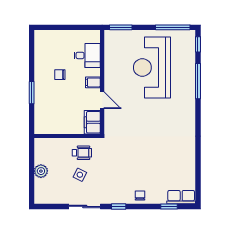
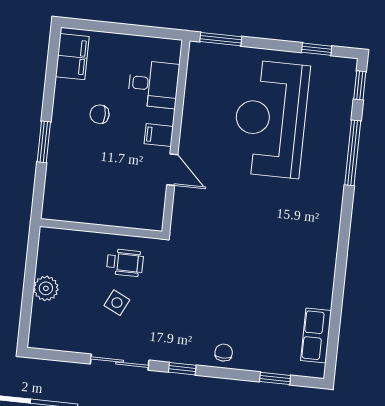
window: (173, 27) -> (317, 49), width x0.46
filing cabinet: (92, 122) -> (72, 57), moved, turned 180
row of seats: (181, 197) -> (316, 335), moved, turned -90

